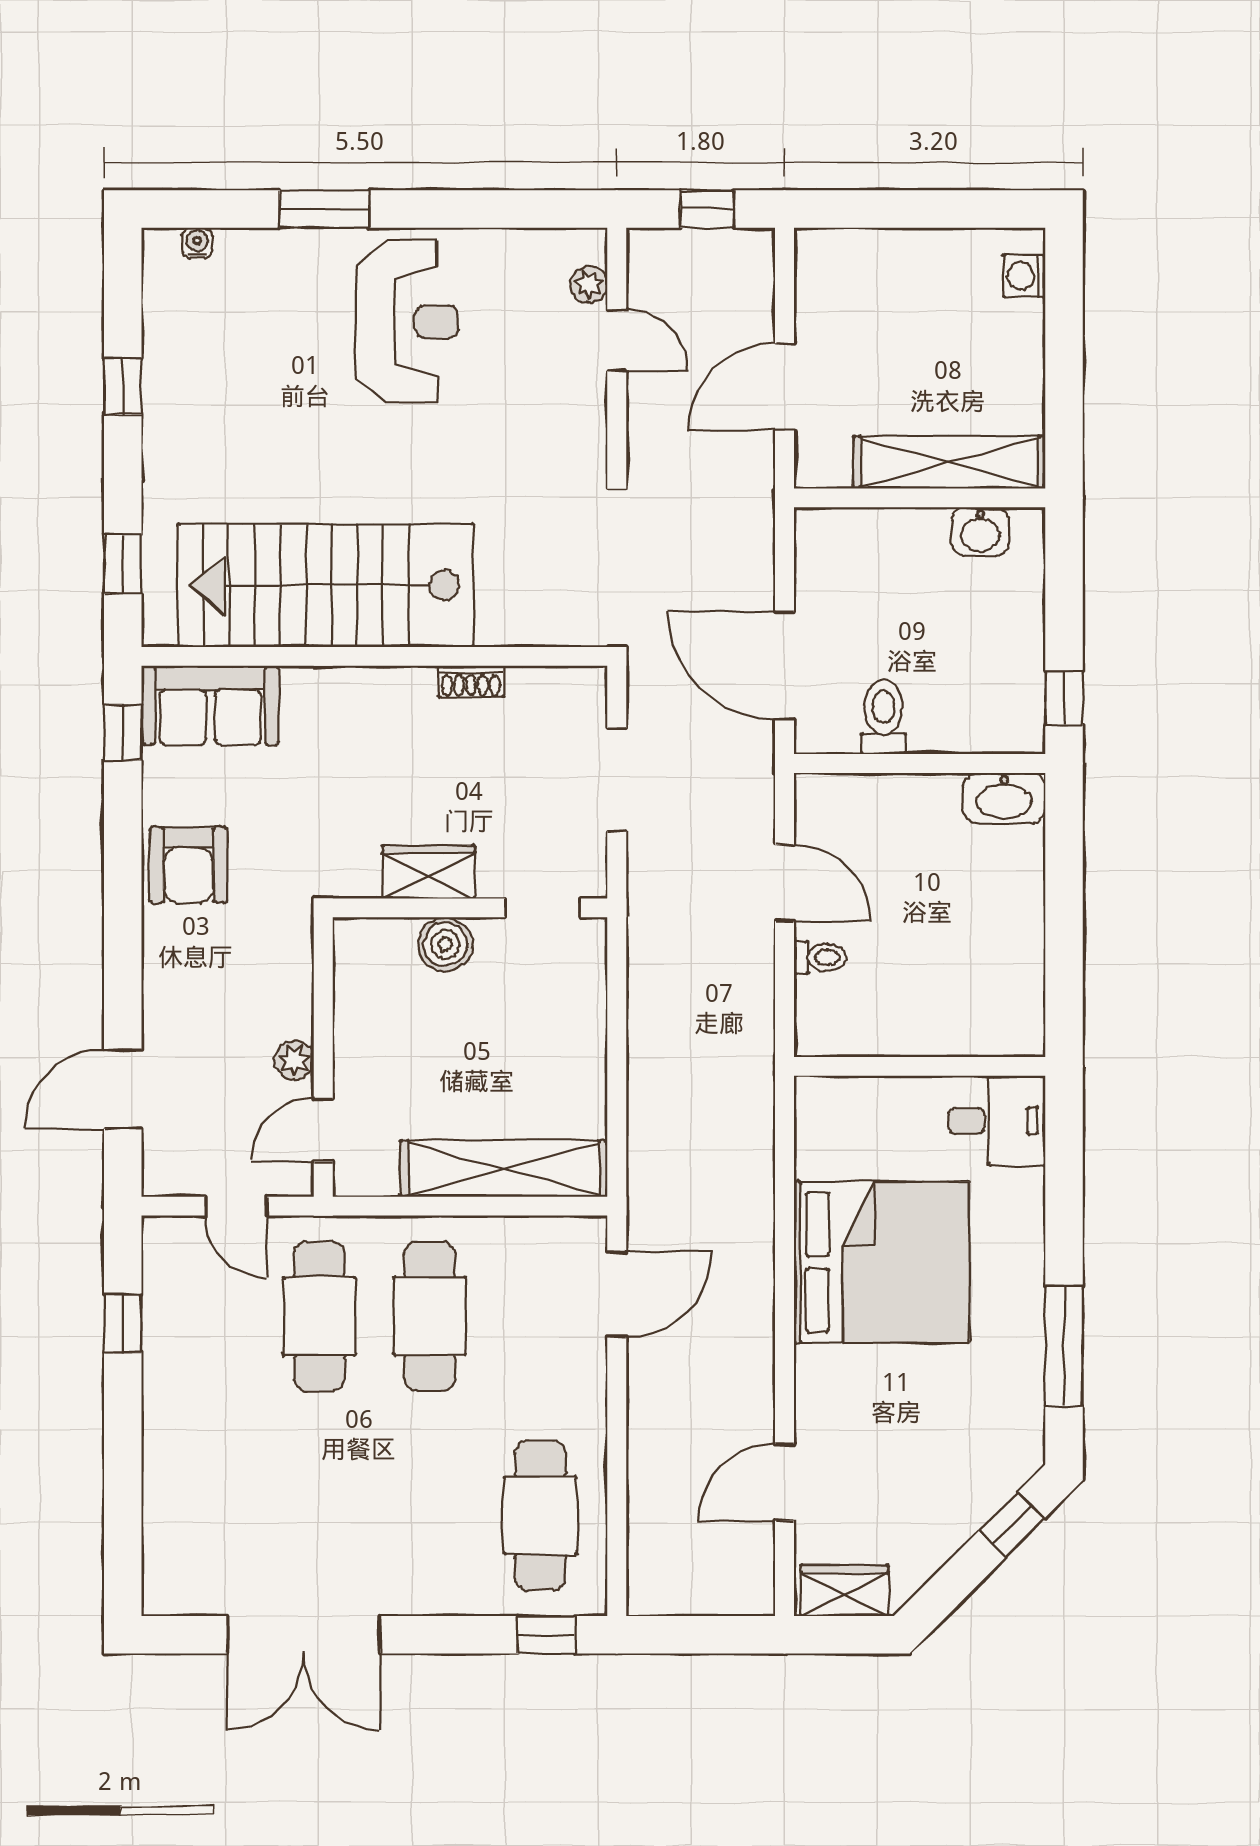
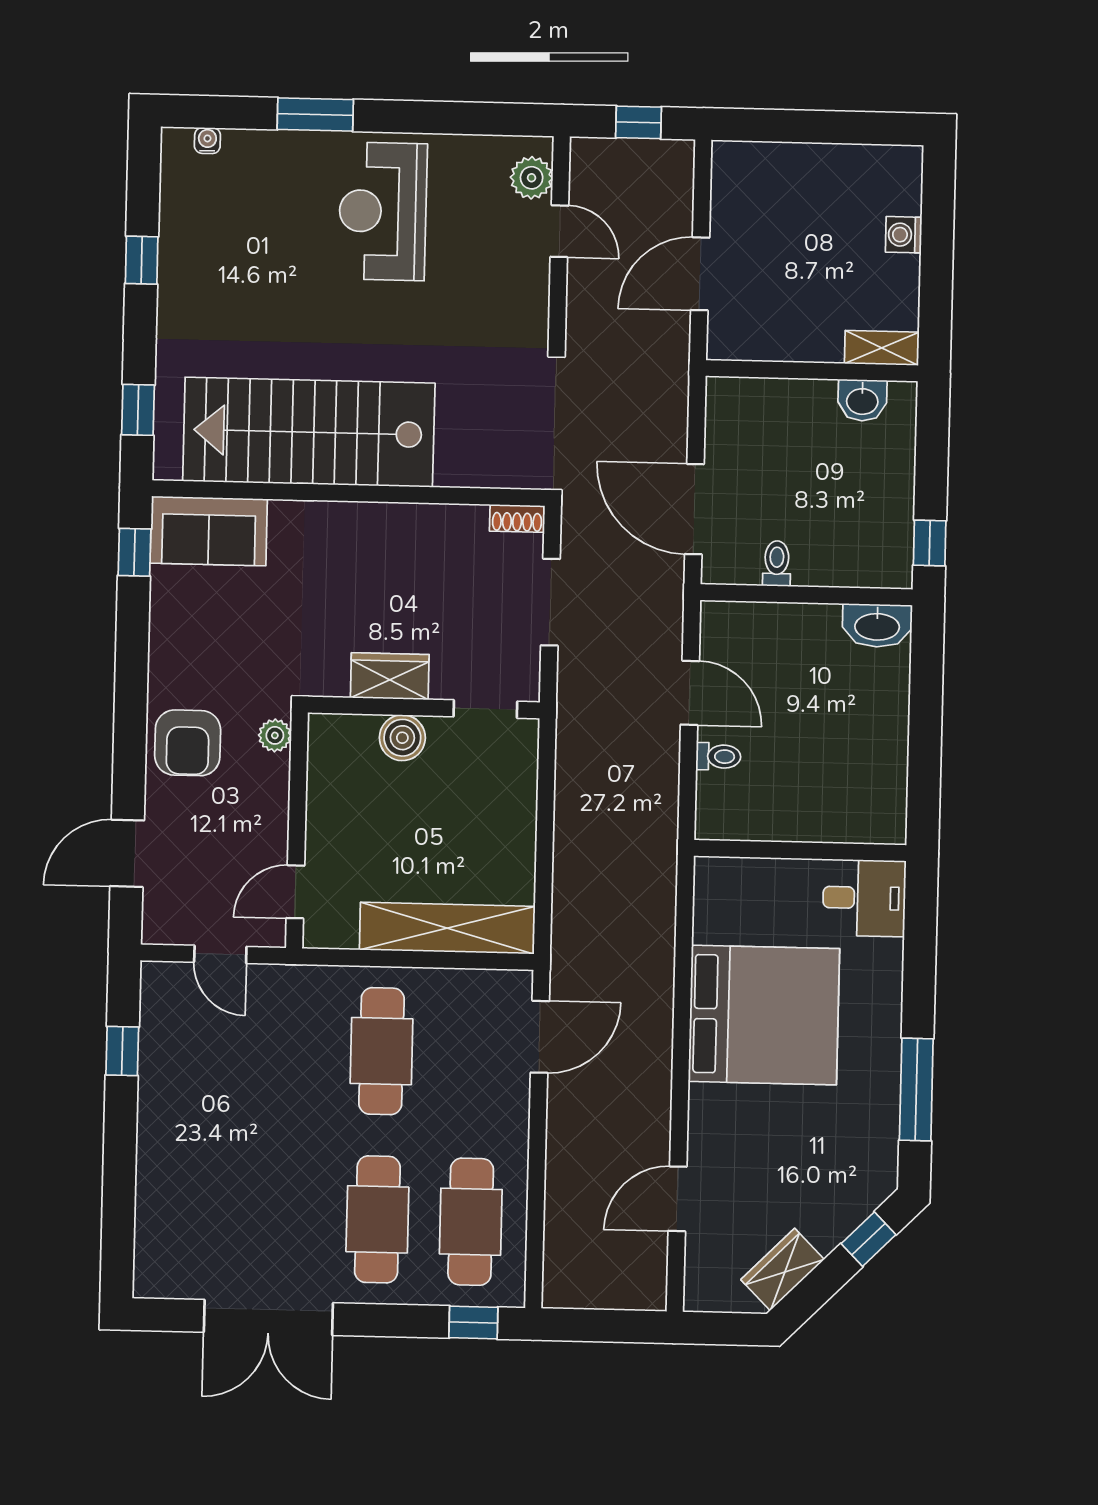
washing machine: (1024, 276) -> (904, 235), moved
plant: (589, 285) -> (532, 178), width x1.38, depth x1.38
reception desk: (407, 322) -> (383, 211), turned 180
shelving: (949, 462) -> (882, 348), width x0.45, depth x0.75
shoe rack: (471, 681) -> (517, 518), moved
toilet: (884, 717) -> (777, 564), width x0.73, depth x0.72
armchair: (189, 865) -> (188, 743), moved
plant: (294, 1060) -> (275, 735), moved
cafe table: (319, 1316) -> (377, 1219), moved
wardrobe: (844, 1591) -> (782, 1269), moved, turned -45

